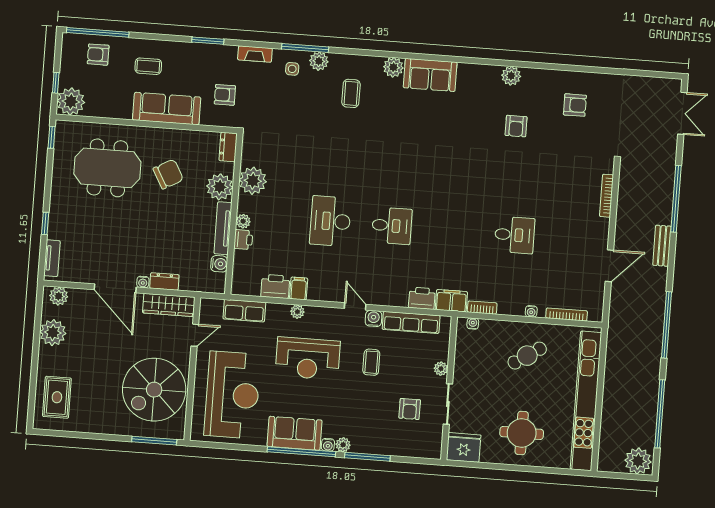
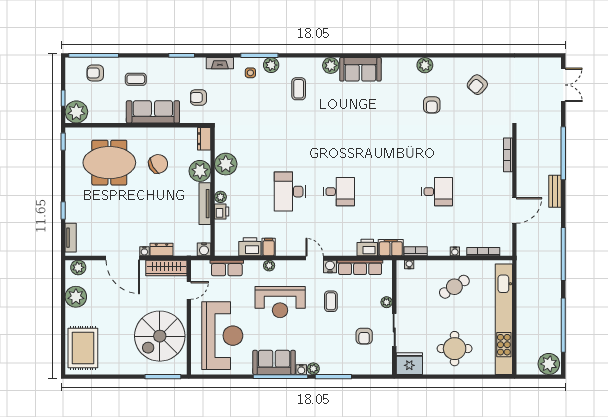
armchair: (575, 105) -> (477, 85), turned 131
water cooler: (219, 264) -> (204, 249), moved, turned 90
rug: (57, 397) -> (83, 348), width x1.36, depth x1.43

